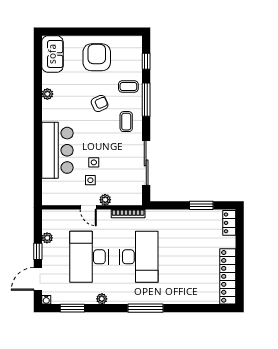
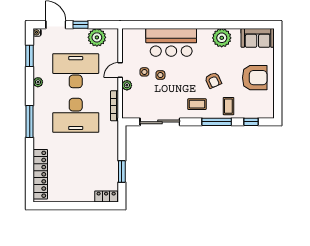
plant: (47, 94) -> (222, 38), width x1.88, depth x1.88
plant: (47, 238) -> (97, 37), width x1.87, depth x1.87
locker: (228, 276) -> (40, 174), moved, turned 90

